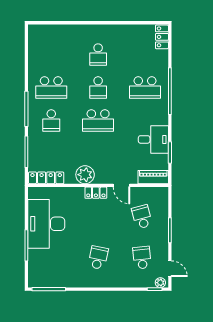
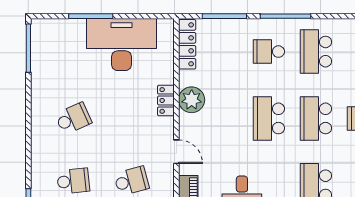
school desk: (98, 88) -> (316, 118), width x1.85
door: (121, 185) -> (176, 152), swing flipped
locker: (96, 193) -> (166, 100), moved
school desk: (98, 258) -> (73, 118), turned -36

